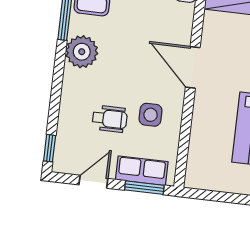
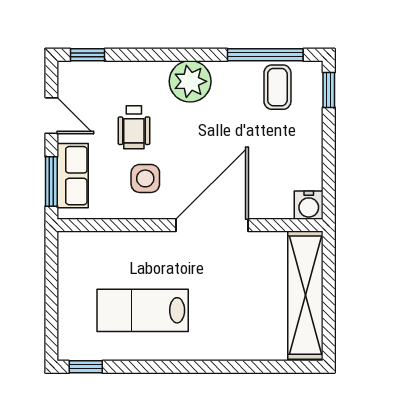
plant: (82, 52) -> (190, 81), moved
door: (193, 67) -> (212, 225), width x1.36

